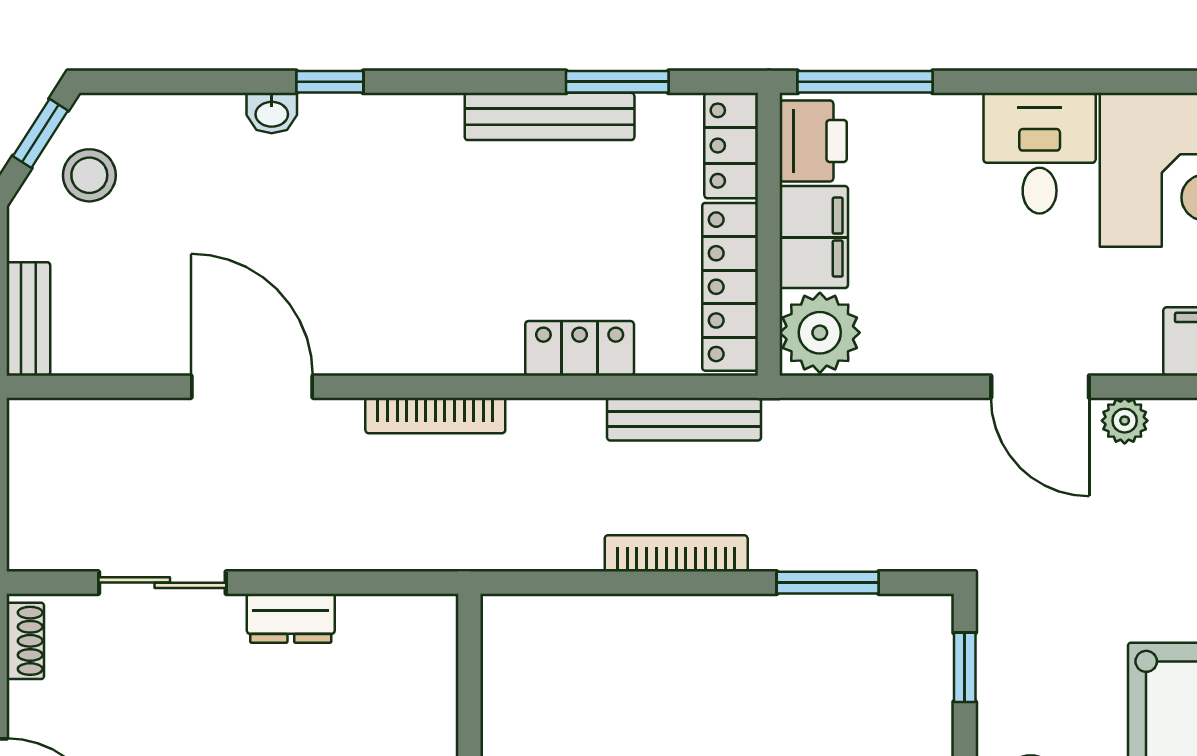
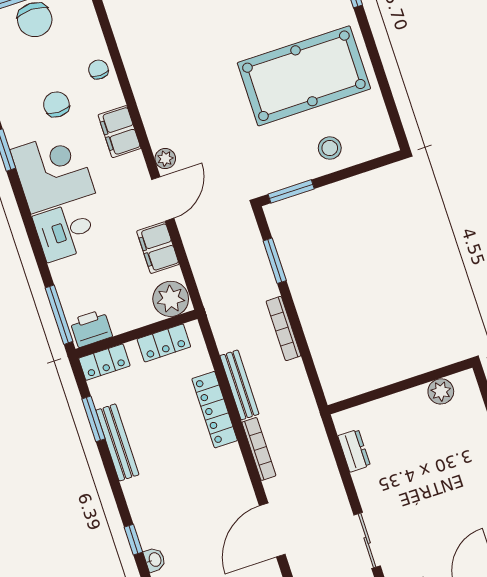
filing cabinet: (814, 237) -> (158, 248), moved, turned -90
locker: (730, 287) -> (164, 343), width x0.66
locker: (580, 348) -> (215, 410), width x1.53
bench: (684, 419) -> (239, 385), moved
dresser: (291, 618) -> (354, 451), moved
window: (965, 667) -> (291, 191), width x1.50

